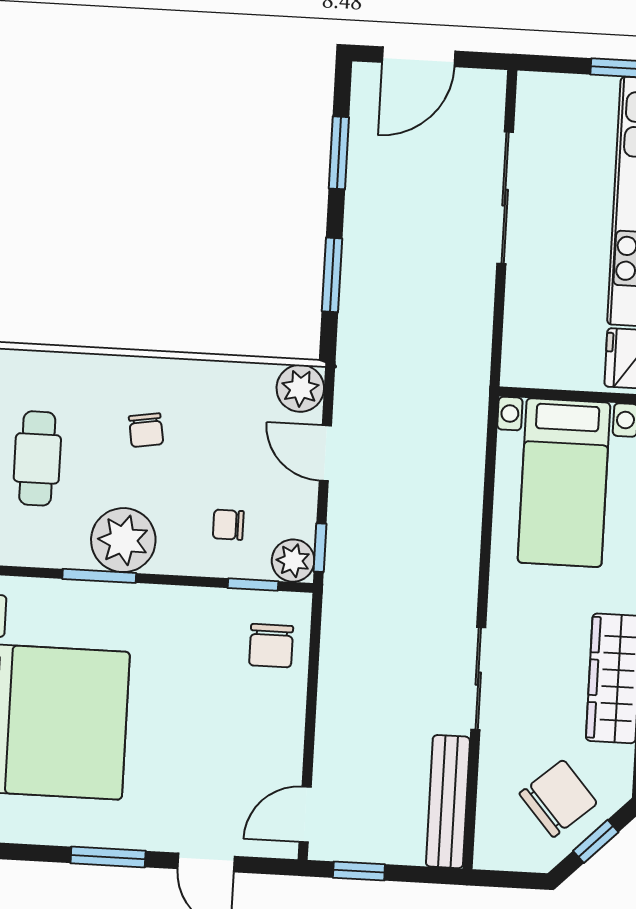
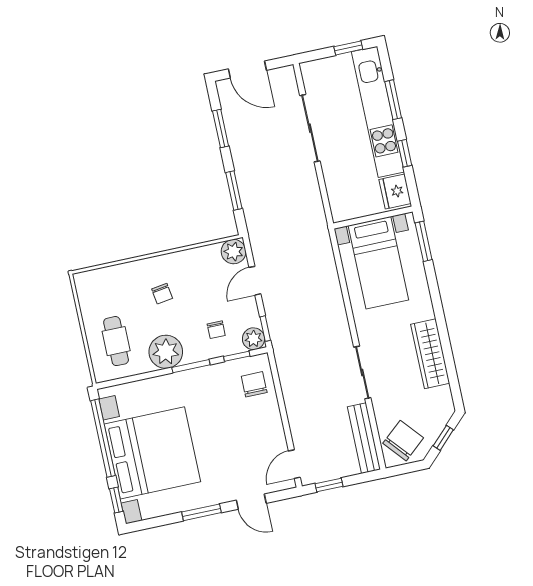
door: (419, 57) -> (247, 70), hinge flipped
door: (325, 453) -> (255, 281), hinge flipped
cafe table: (37, 458) -> (116, 341), moved
chair: (228, 525) -> (216, 330), turned -90
window: (99, 576) -> (191, 366), moved
chair: (271, 646) -> (254, 384), turned 180
chair: (558, 798) -> (403, 441), moved

